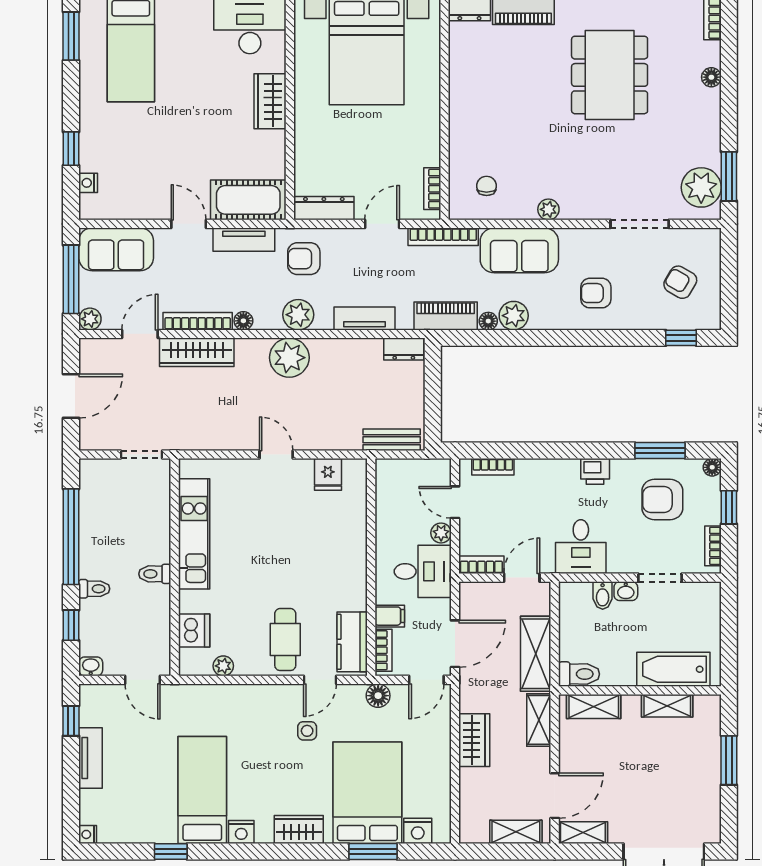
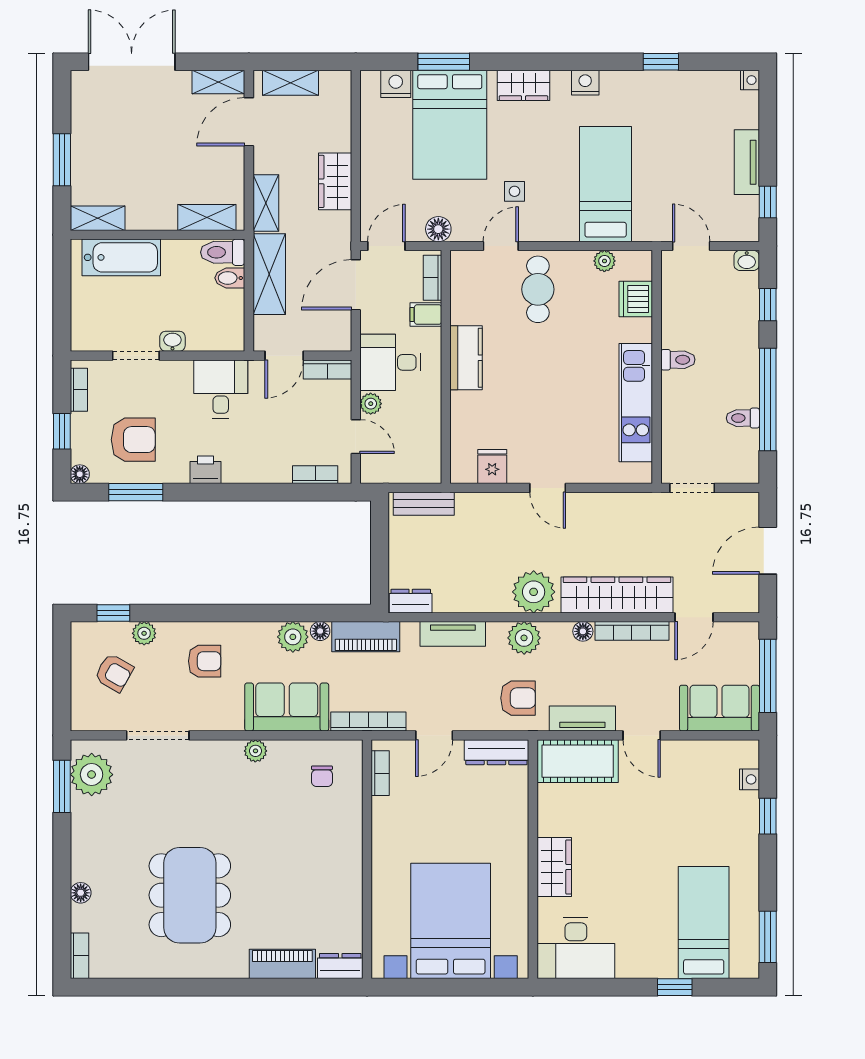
plant: (90, 319) -> (144, 633), moved
wardrobe: (197, 352) -> (617, 595), width x1.40, depth x1.17
toilet: (94, 589) -> (743, 418), moved
bidet: (603, 595) -> (230, 278), moved, turned -90
kitchen counter: (352, 642) -> (466, 358), moved
shelving: (667, 706) -> (98, 218), moved
bed: (202, 790) -> (606, 184), moved, turned 180

